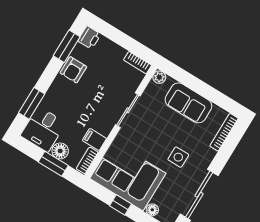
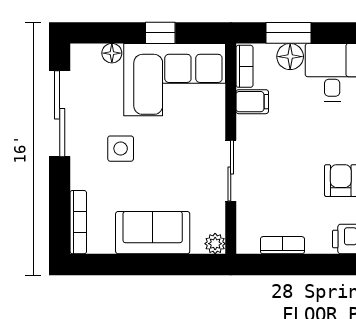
bookcase: (137, 63) -> (282, 245), moved

